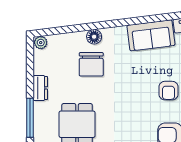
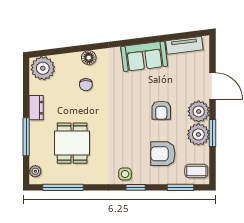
plant: (41, 43) -> (43, 68), width x1.88, depth x1.88
chair: (91, 64) -> (86, 85), width x0.54, depth x0.54

